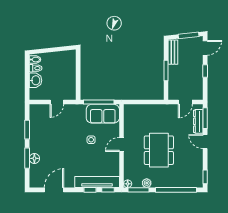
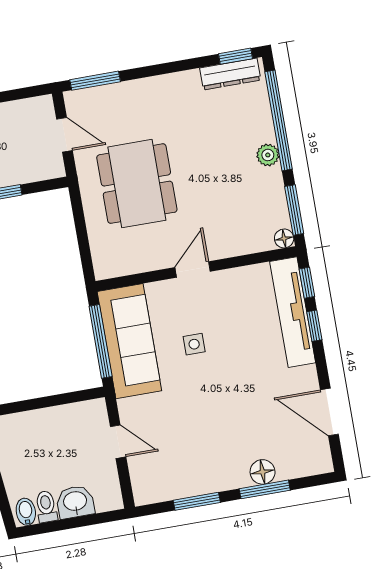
sofa: (103, 114) -> (129, 341), width x1.36
dresser: (198, 121) -> (230, 74), moved
door: (205, 142) -> (151, 71), removed
door: (122, 144) -> (193, 269), swing flipped
dining table: (159, 150) -> (137, 184), moved, turned 90
plant: (147, 183) -> (268, 155), moved

